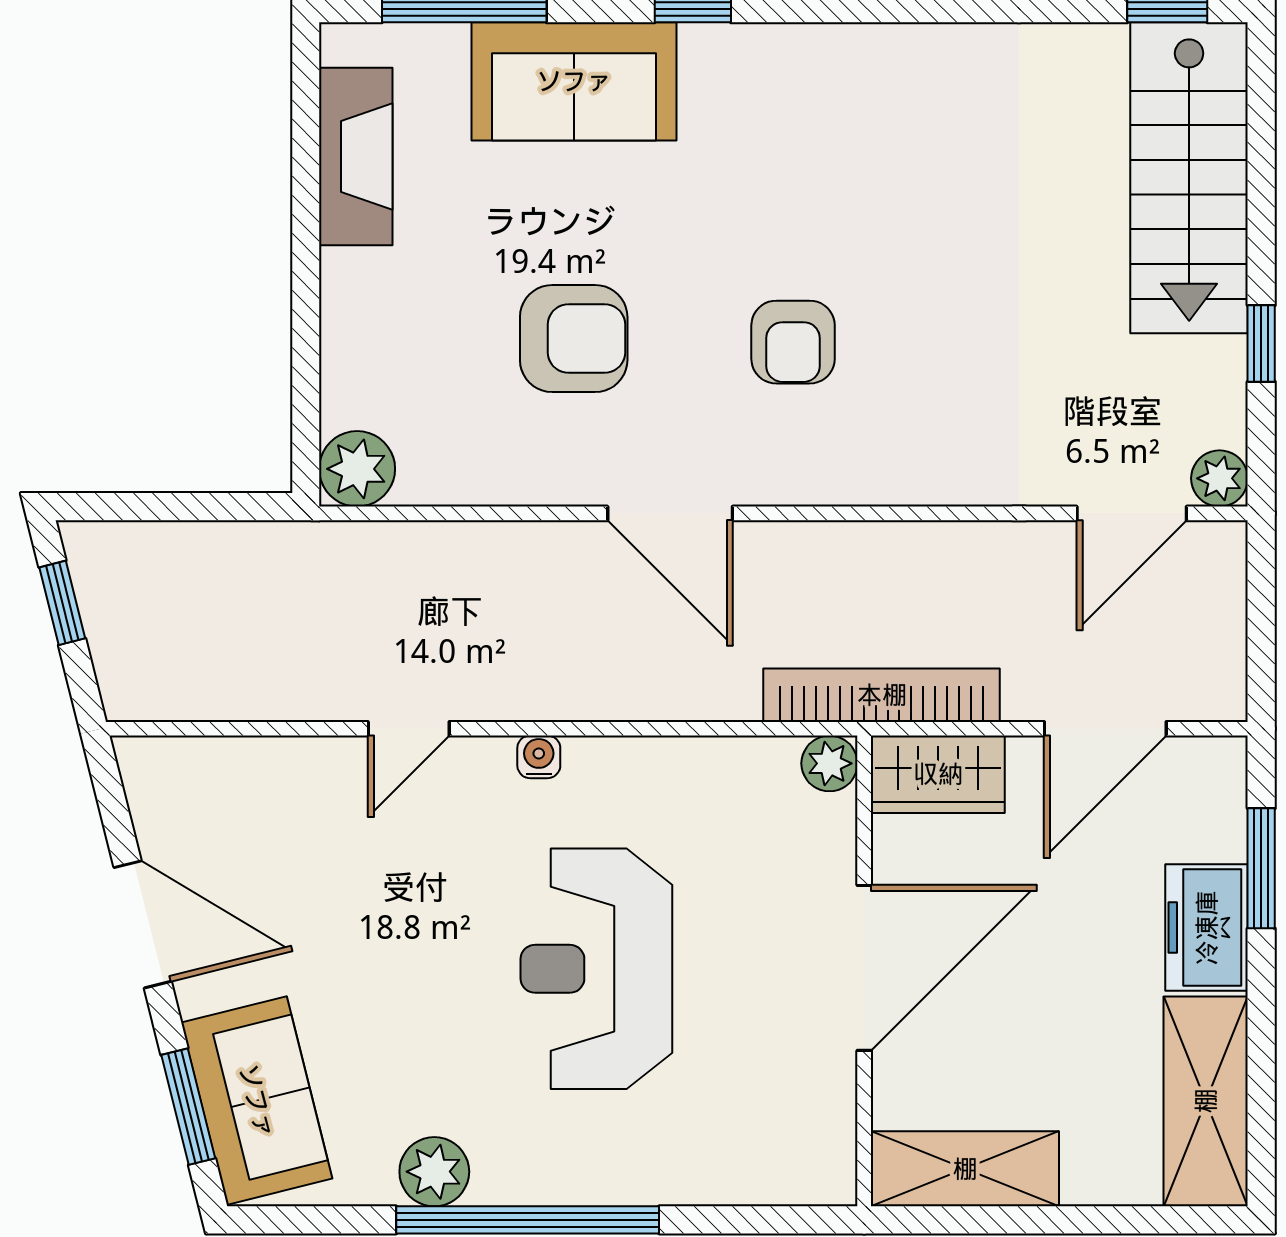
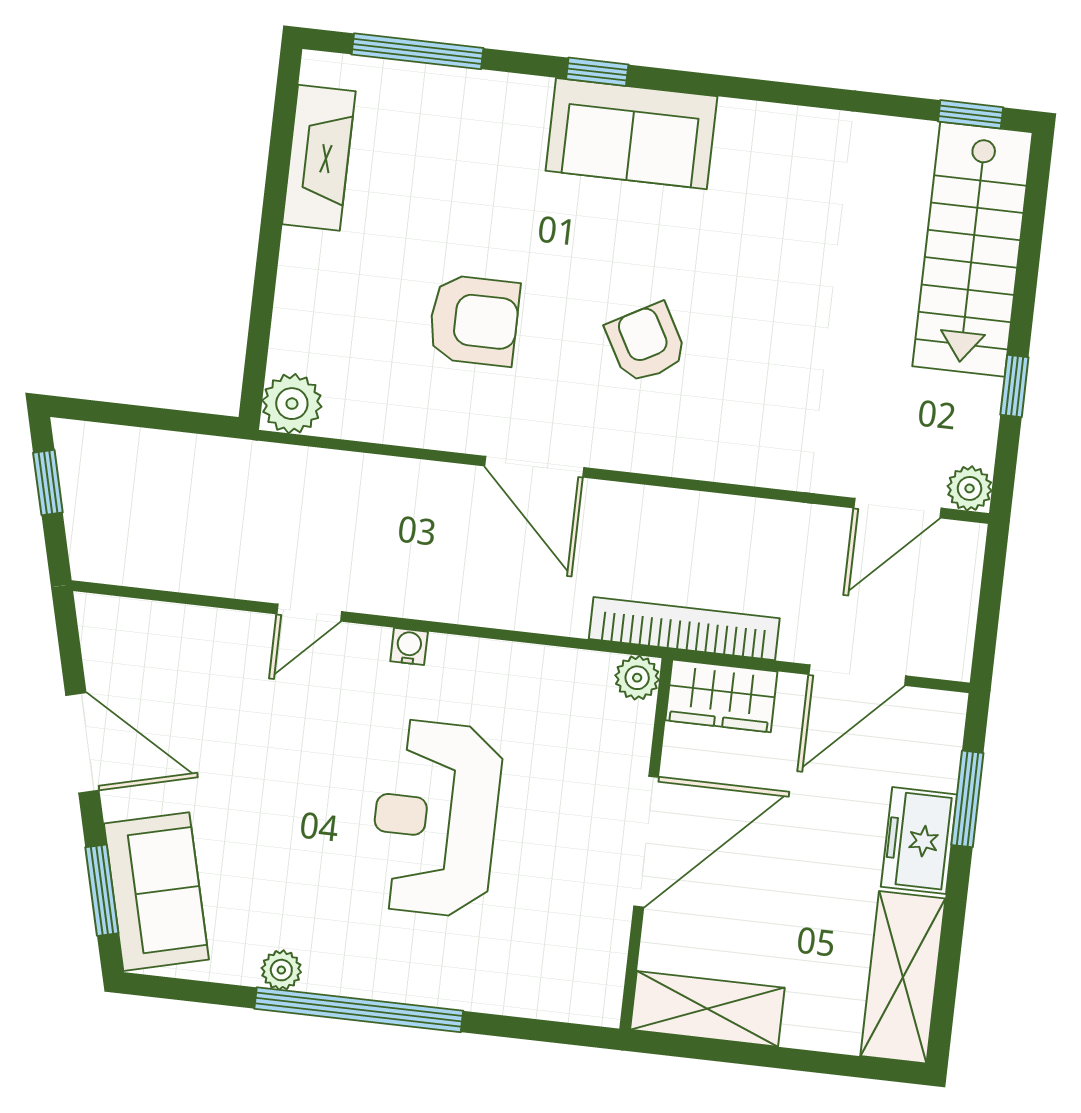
sofa: (574, 81) -> (631, 134), moved
armchair: (793, 342) -> (646, 343), turned 151
plant: (434, 1172) -> (281, 970), width x0.73, depth x0.73

